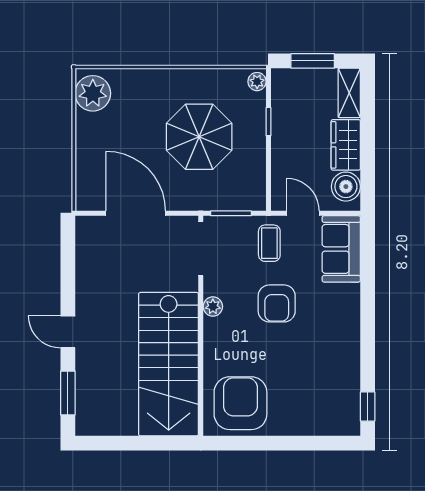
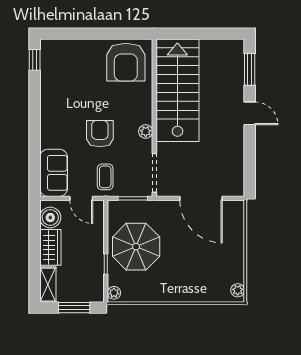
plant: (93, 93) -> (238, 290), width x0.53, depth x0.53
parasol: (199, 137) -> (136, 247), moved

